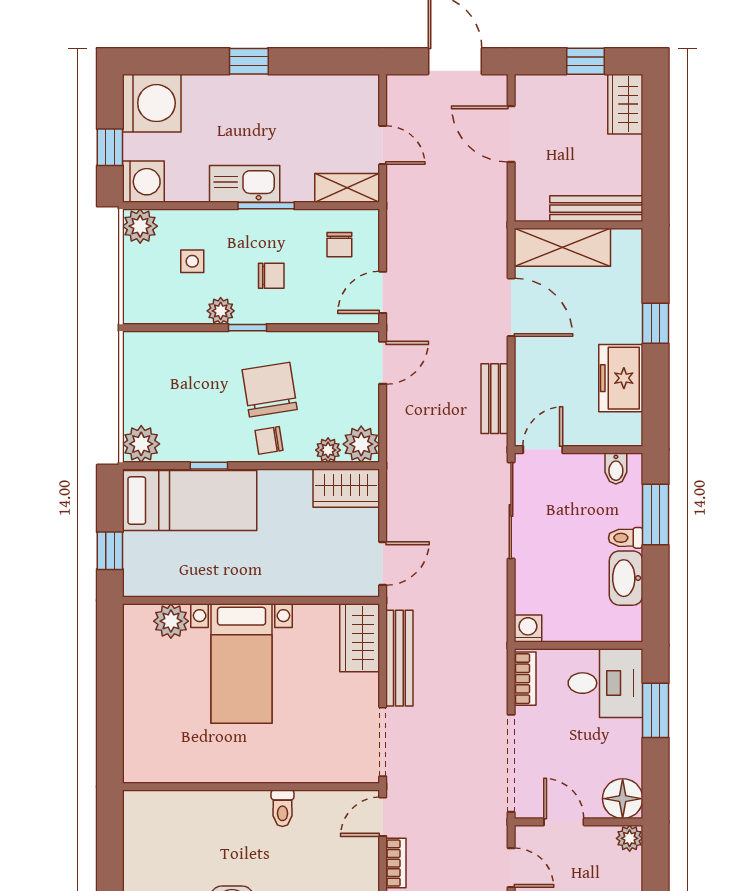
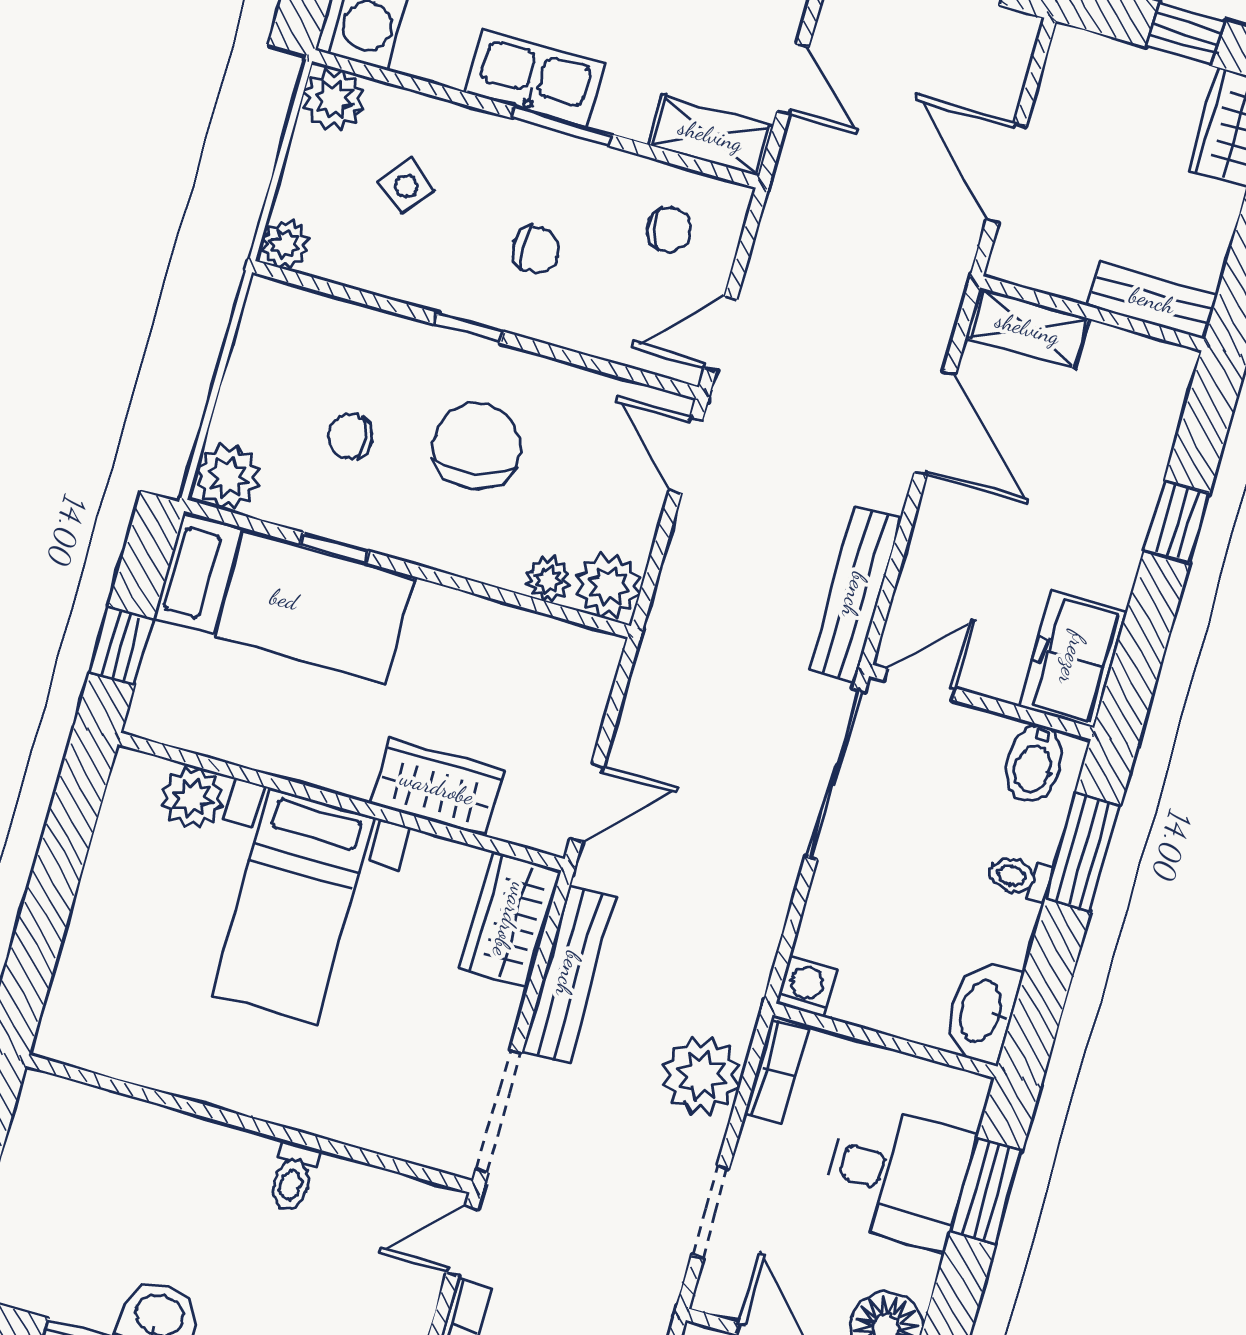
door: (511, 134) -> (1006, 173), moved
bench: (596, 209) -> (1152, 300), width x0.73
chair: (339, 245) -> (669, 230), turned -101
shelving: (562, 247) -> (1028, 328), width x0.67, depth x0.75
side table: (192, 261) -> (406, 186), turned 38
plant: (221, 311) -> (285, 244), moved
door: (383, 363) -> (686, 455), swing flipped
freezer: (621, 378) -> (1073, 659), moved
bench: (495, 399) -> (855, 595), width x1.36
chair: (269, 440) -> (351, 436), moved
bidet: (616, 468) -> (1034, 763), width x1.38, depth x1.36
wardrobe: (346, 488) -> (437, 787), moved, turned 180
washbasin: (626, 578) -> (982, 1011), moved
desk: (605, 683) -> (897, 1176), moved
plant: (485, 692) -> (701, 1075), added
doorway: (511, 763) -> (710, 1211), width x0.53

